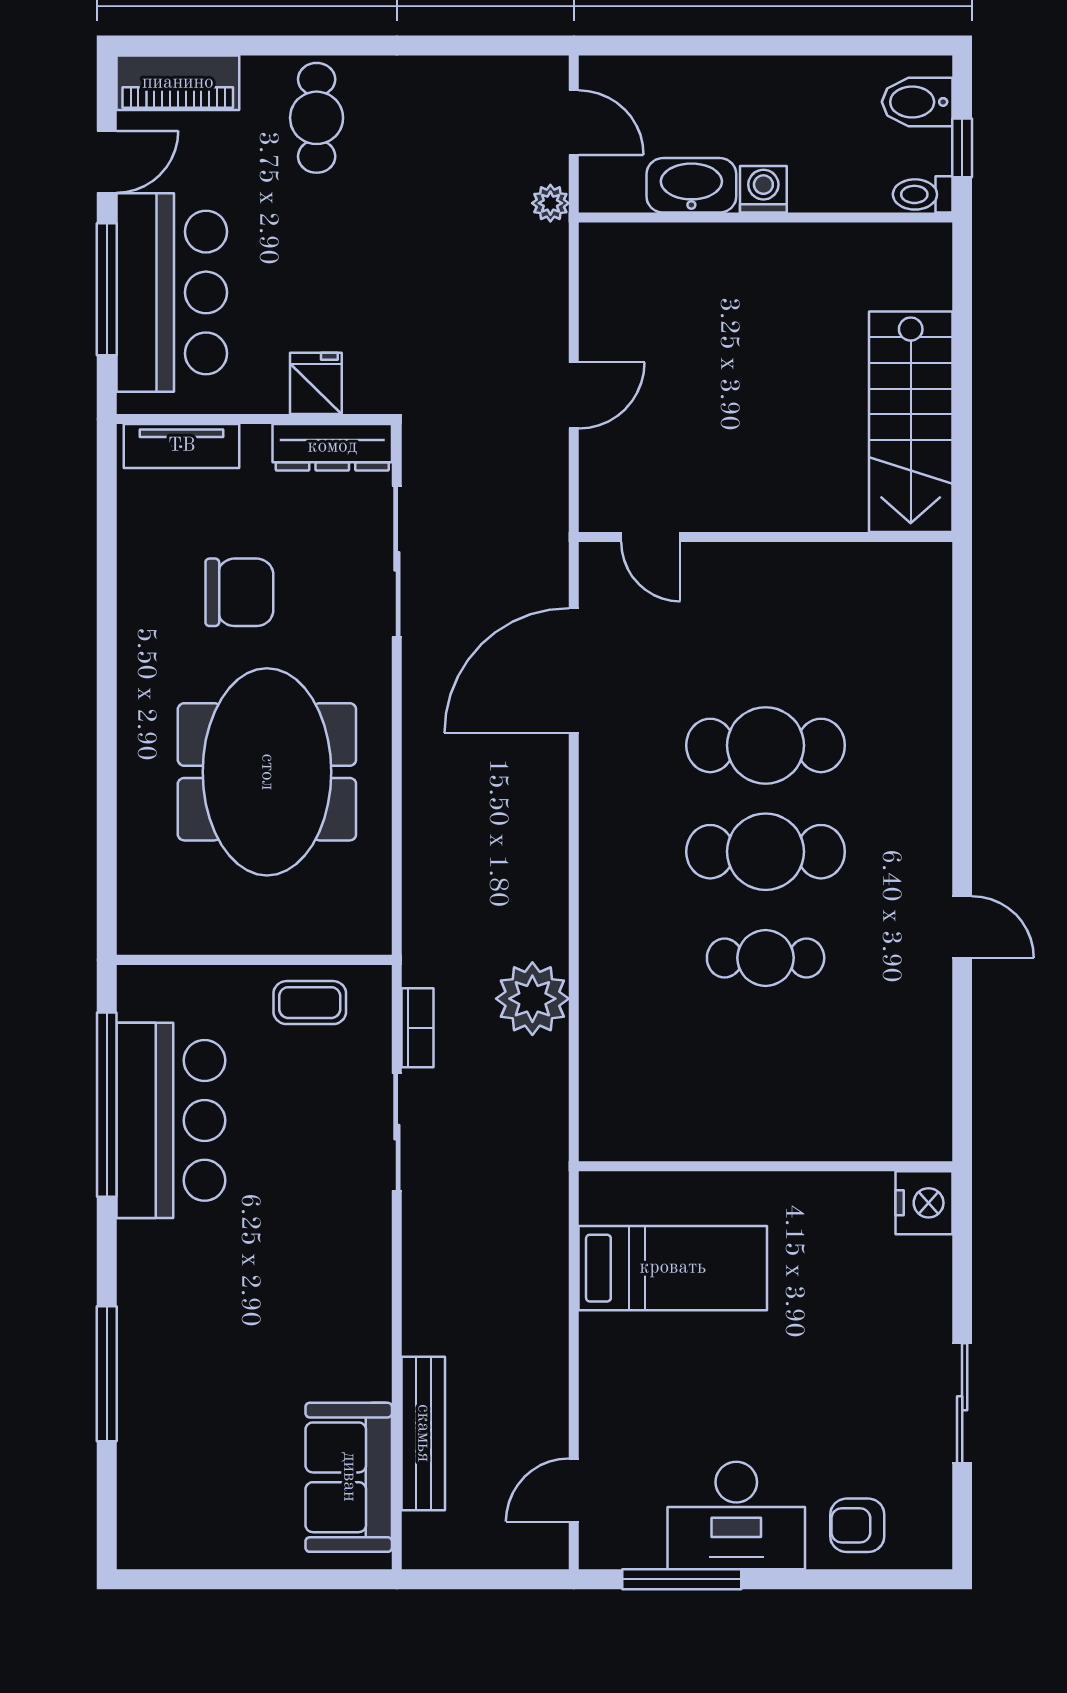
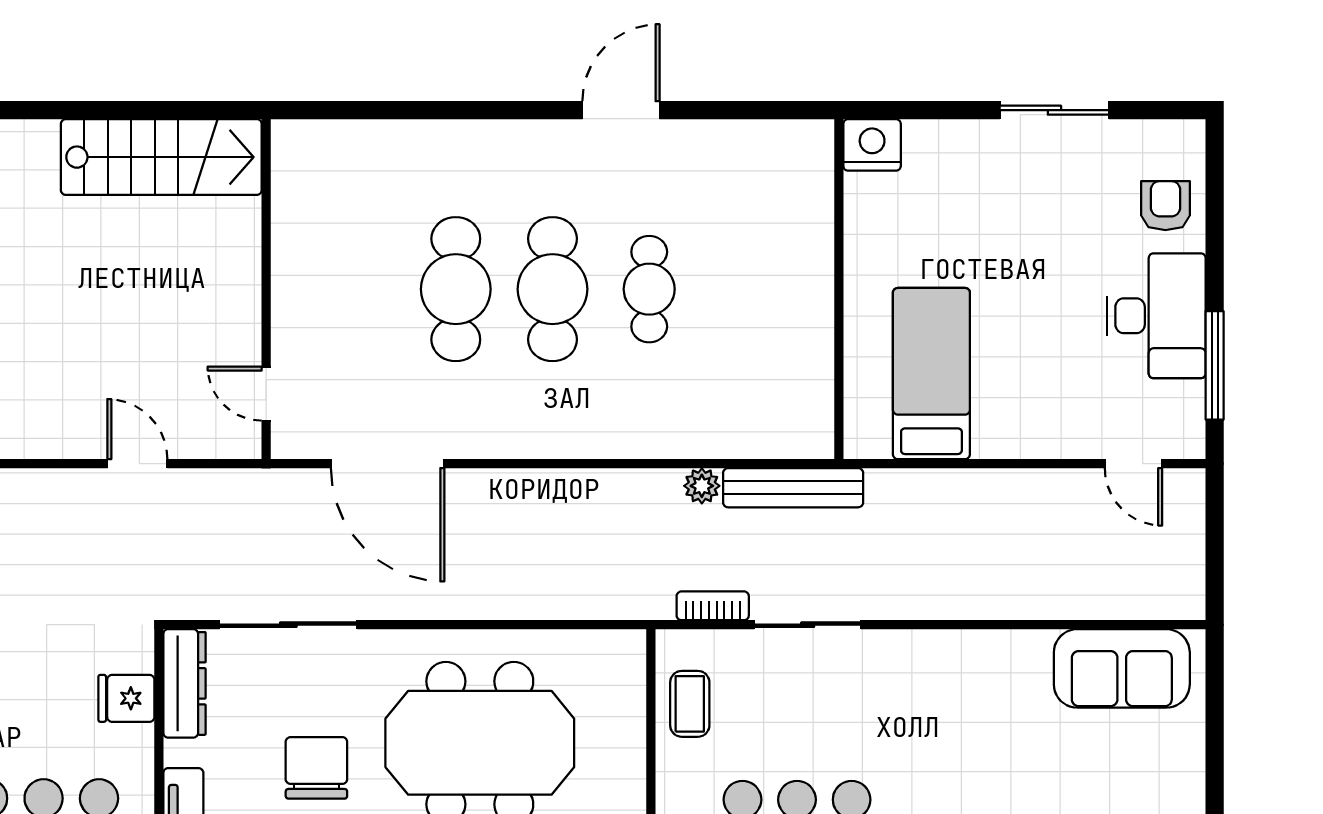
door: (651, 537) -> (266, 394), swing flipped
door: (962, 927) -> (621, 110), width x1.38
plant: (532, 999) -> (702, 486), width x0.53, depth x0.53
bench: (423, 1433) -> (793, 488), moved
armchair: (857, 1525) -> (1165, 206), turned 180

